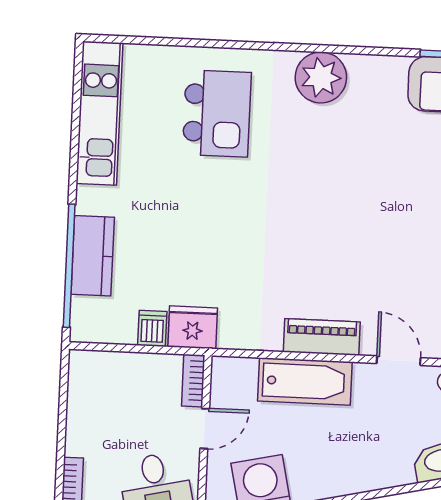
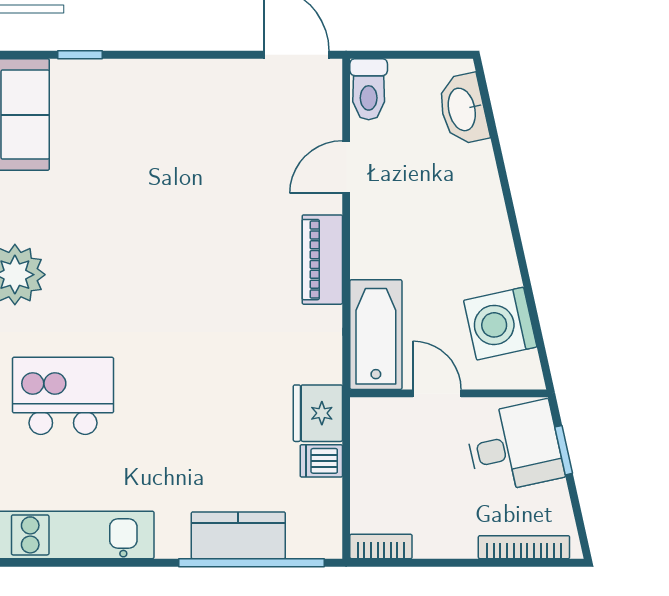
bookcase: (193, 381) -> (381, 546), moved, turned 180
bathtub: (305, 381) -> (376, 335), moved

